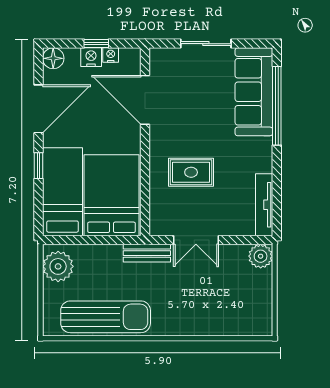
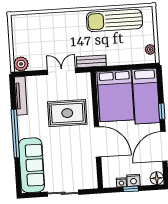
door: (145, 100) -> (98, 142), moved
window: (277, 106) -> (15, 134), moved
rug: (191, 172) -> (67, 113), width x1.36, depth x1.43
plant: (58, 266) -> (150, 49), width x0.53, depth x0.53

